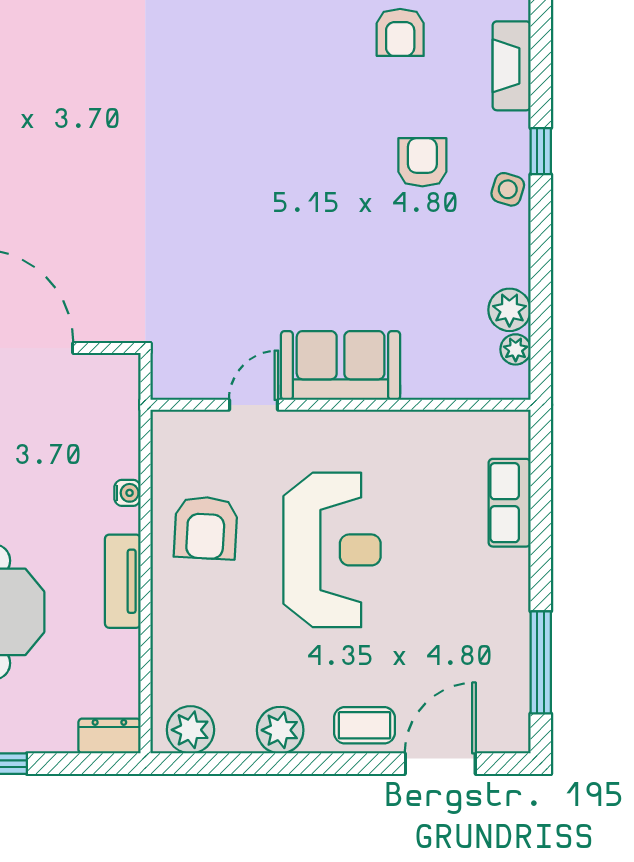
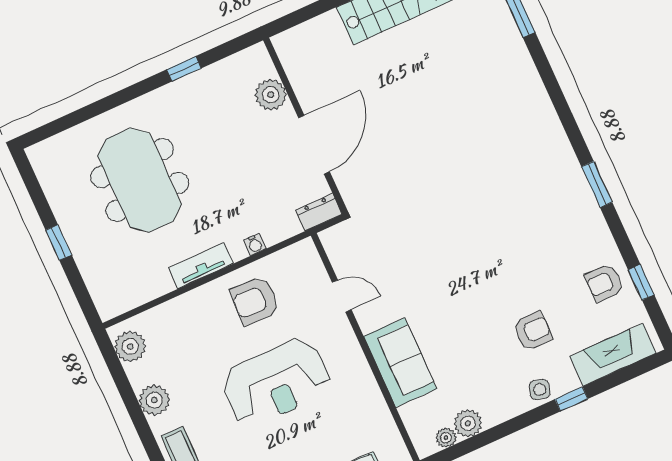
fireplace: (512, 66) -> (613, 355), width x1.37, depth x1.32
sofa: (341, 366) -> (400, 362), moved
dresser: (109, 736) -> (319, 212), moved, turned -90

